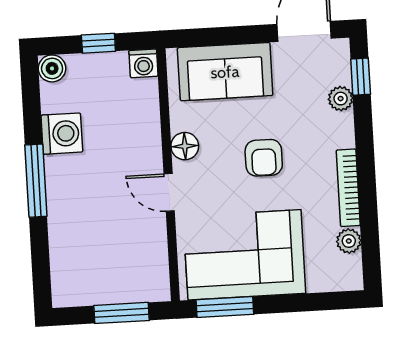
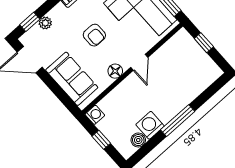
boiler: (52, 68) -> (138, 140), moved
armchair: (264, 158) -> (94, 35), turned 90
window: (122, 313) -> (204, 43), width x0.67

